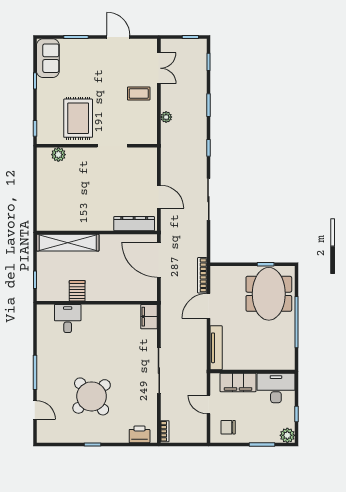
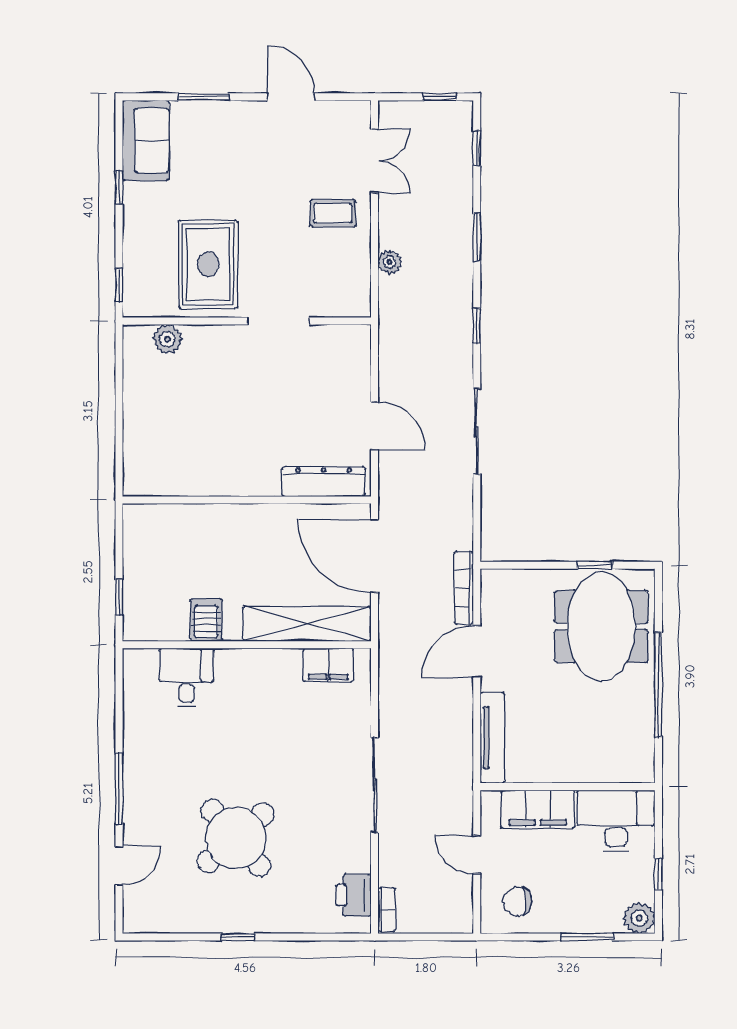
shelving: (68, 243) -> (307, 624), moved
filing cabinet: (149, 317) -> (328, 665), moved, turned -90
door: (35, 410) -> (119, 866), hinge flipped
printer: (140, 434) -> (354, 895), moved, turned -90

